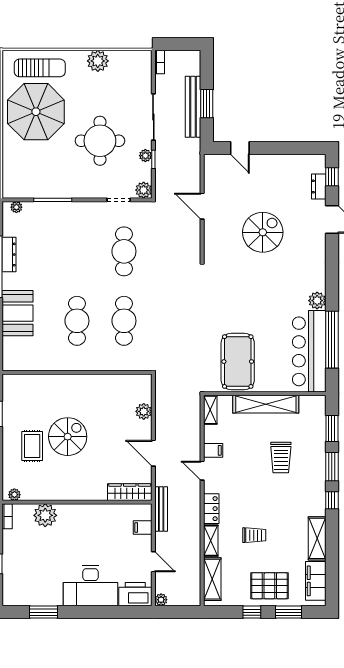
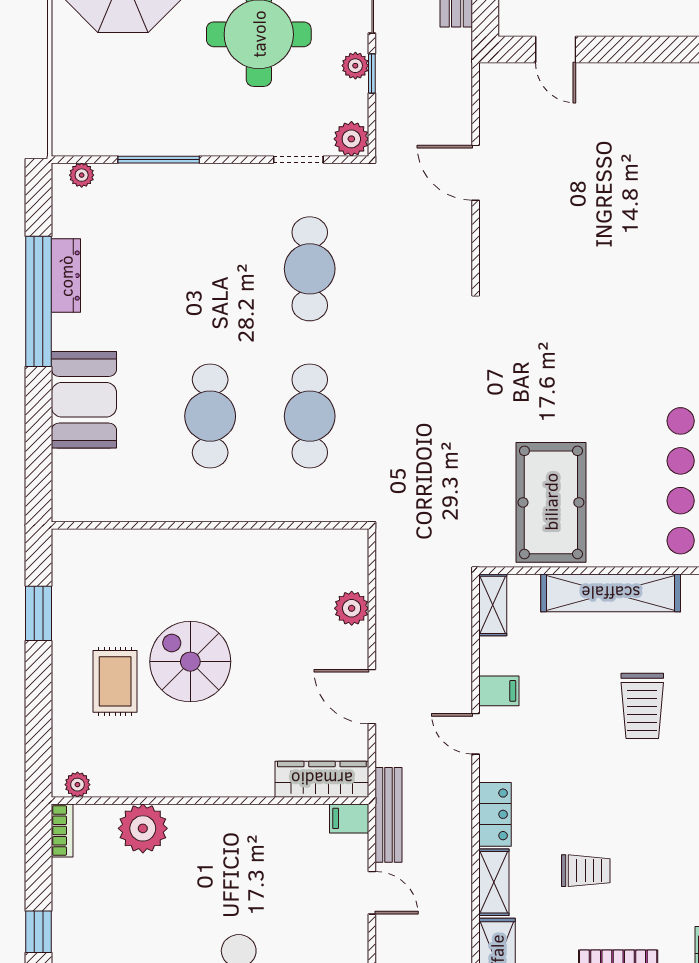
spiral stairs: (263, 232) -> (604, 228), removed
spiral stairs: (68, 437) -> (190, 662), turned -90
filing cabinet: (143, 527) -> (349, 818), moved
door: (153, 562) -> (372, 893), moved

